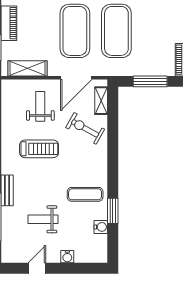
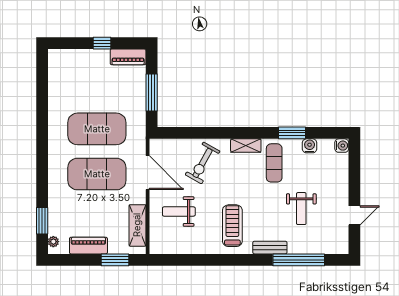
shelving: (101, 101) -> (246, 146), moved
treadmill: (39, 149) -> (232, 226), moved
water cooler: (67, 257) -> (342, 146), moved
door: (37, 268) -> (354, 215), swing flipped

